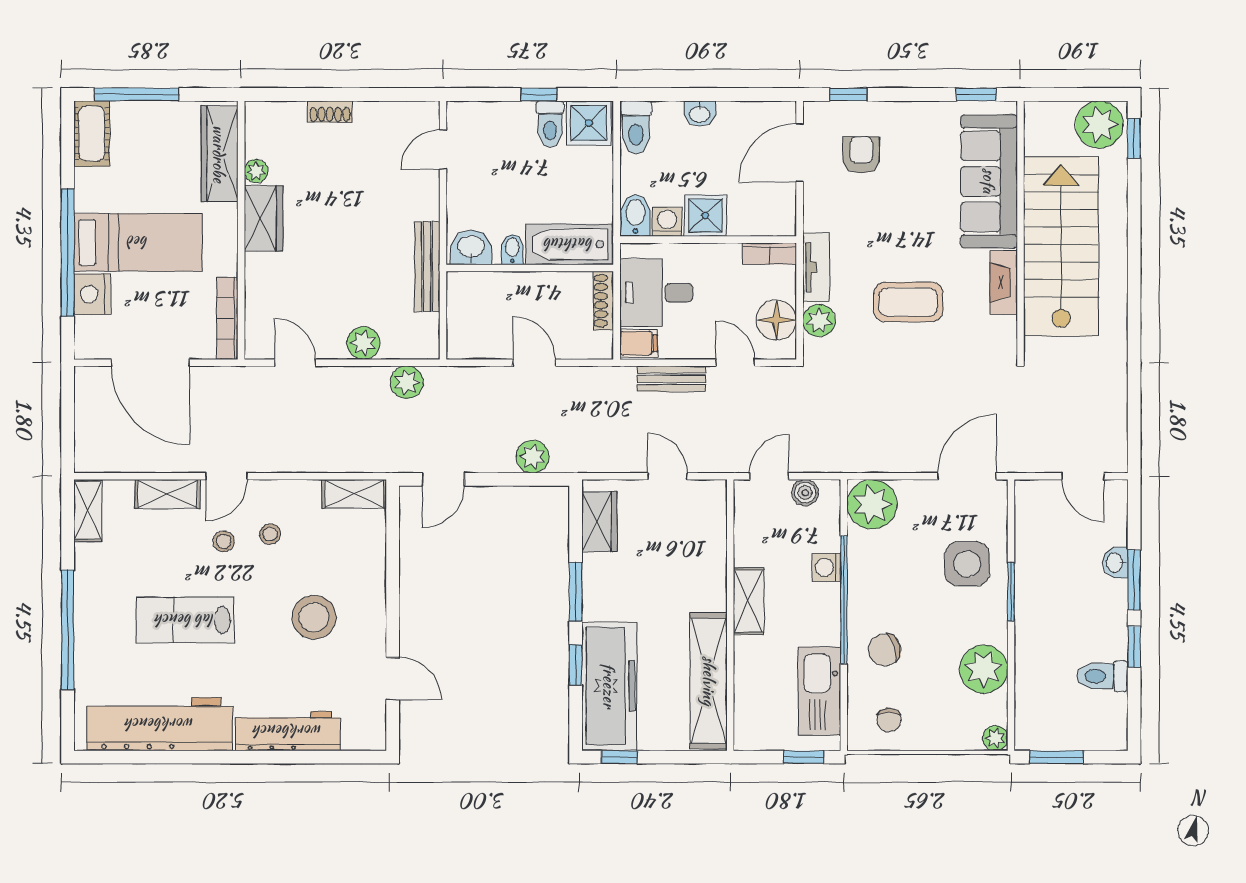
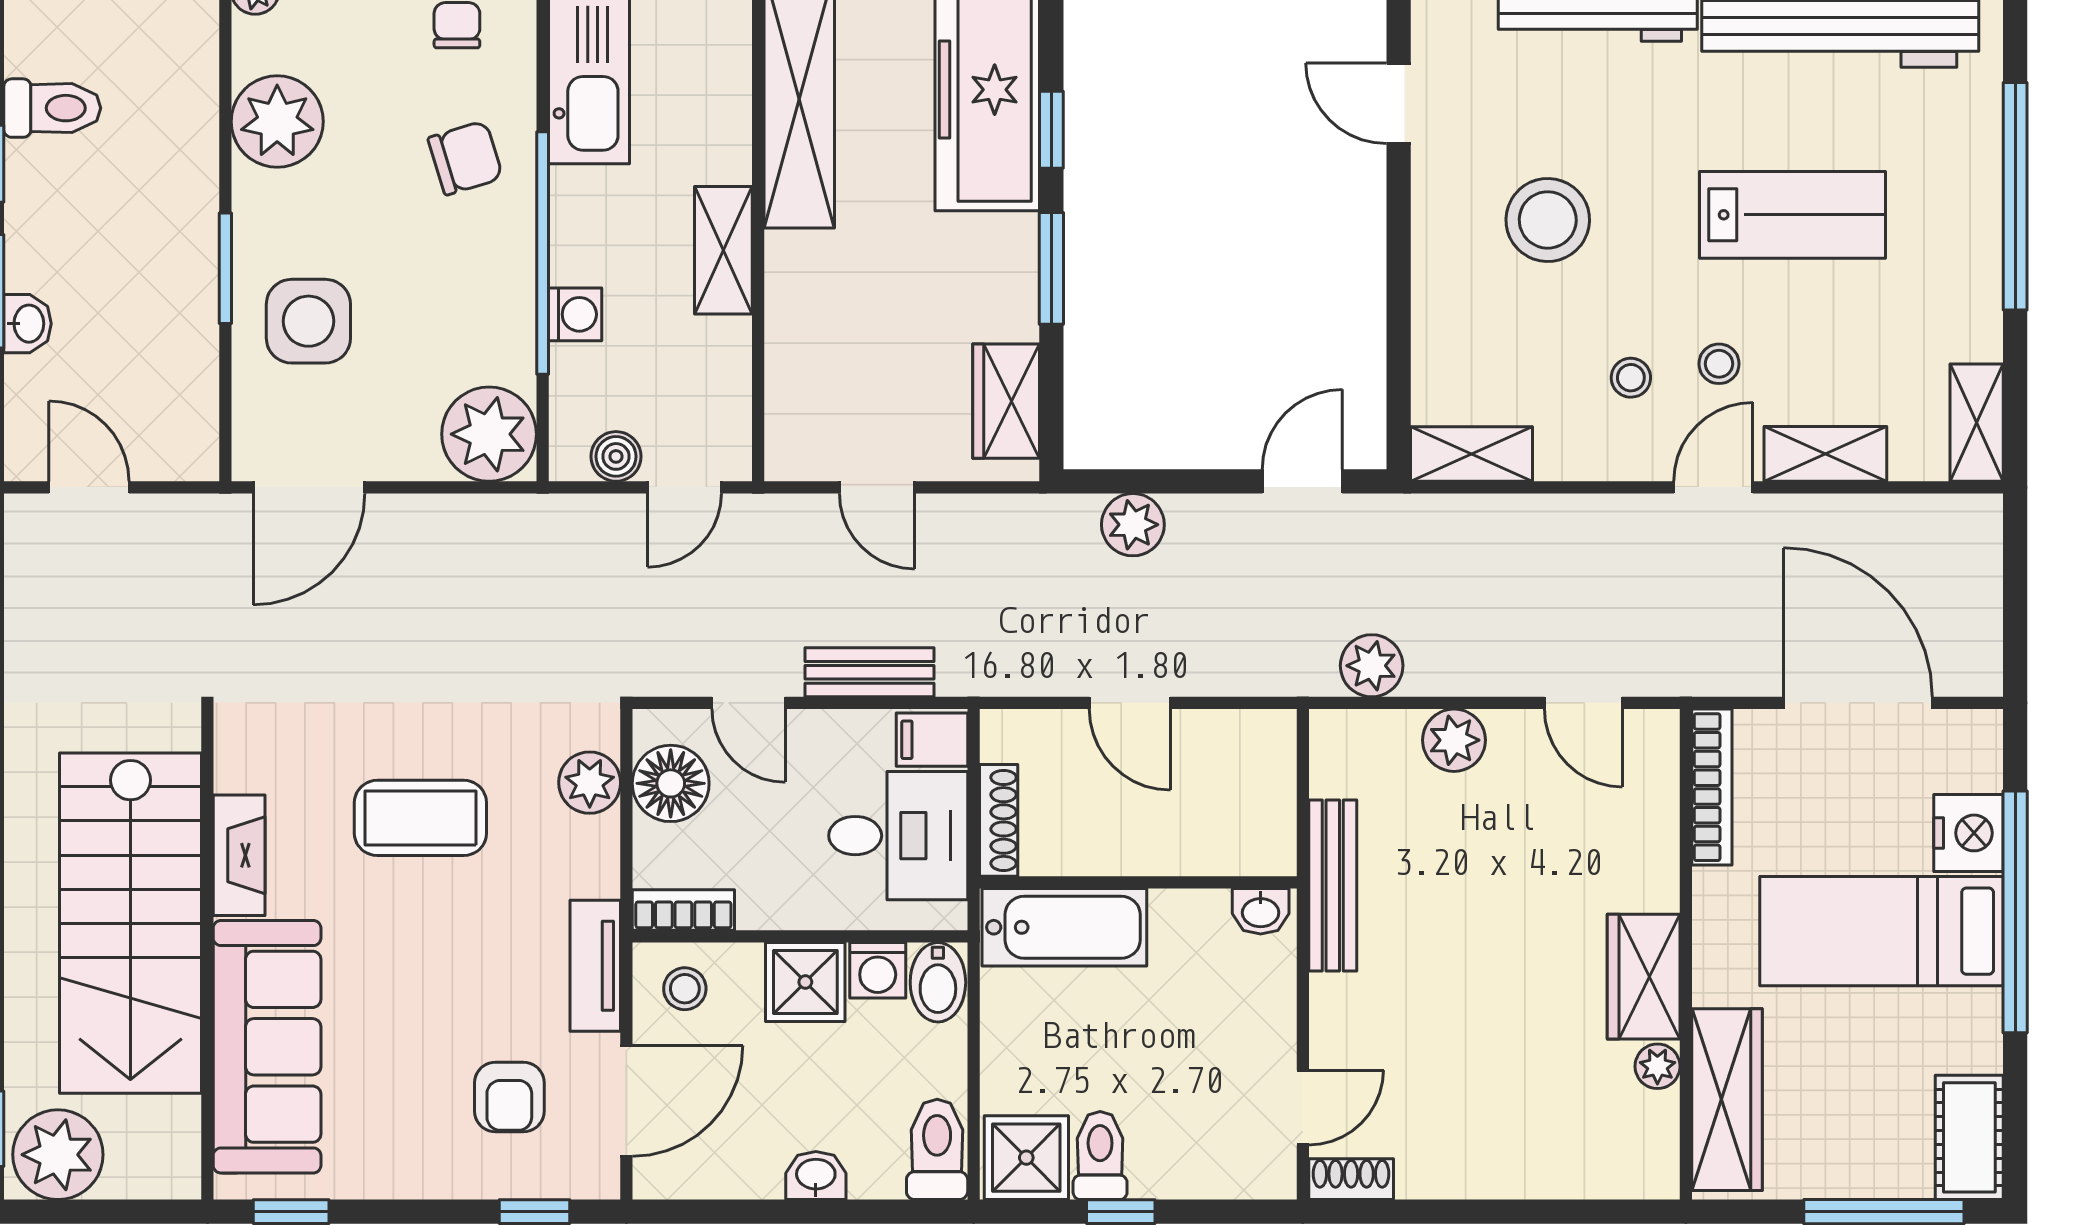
shoe rack: (330, 112) -> (1351, 1179), moved
stool: (769, 212) -> (685, 989), added
washbasin: (471, 247) -> (1261, 911), width x0.72, depth x0.69
bidet: (512, 249) -> (1171, 918), removed
tv unit: (816, 267) -> (595, 966), moved

